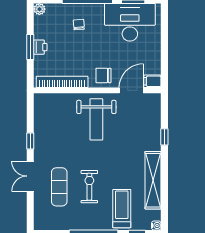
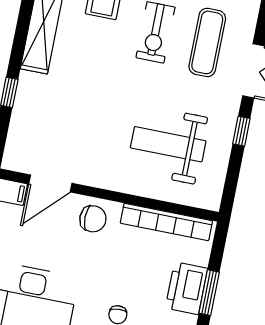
printer: (40, 47) -> (186, 288), width x1.87, depth x1.48
weight bench: (96, 119) -> (168, 144), moved, turned -90

